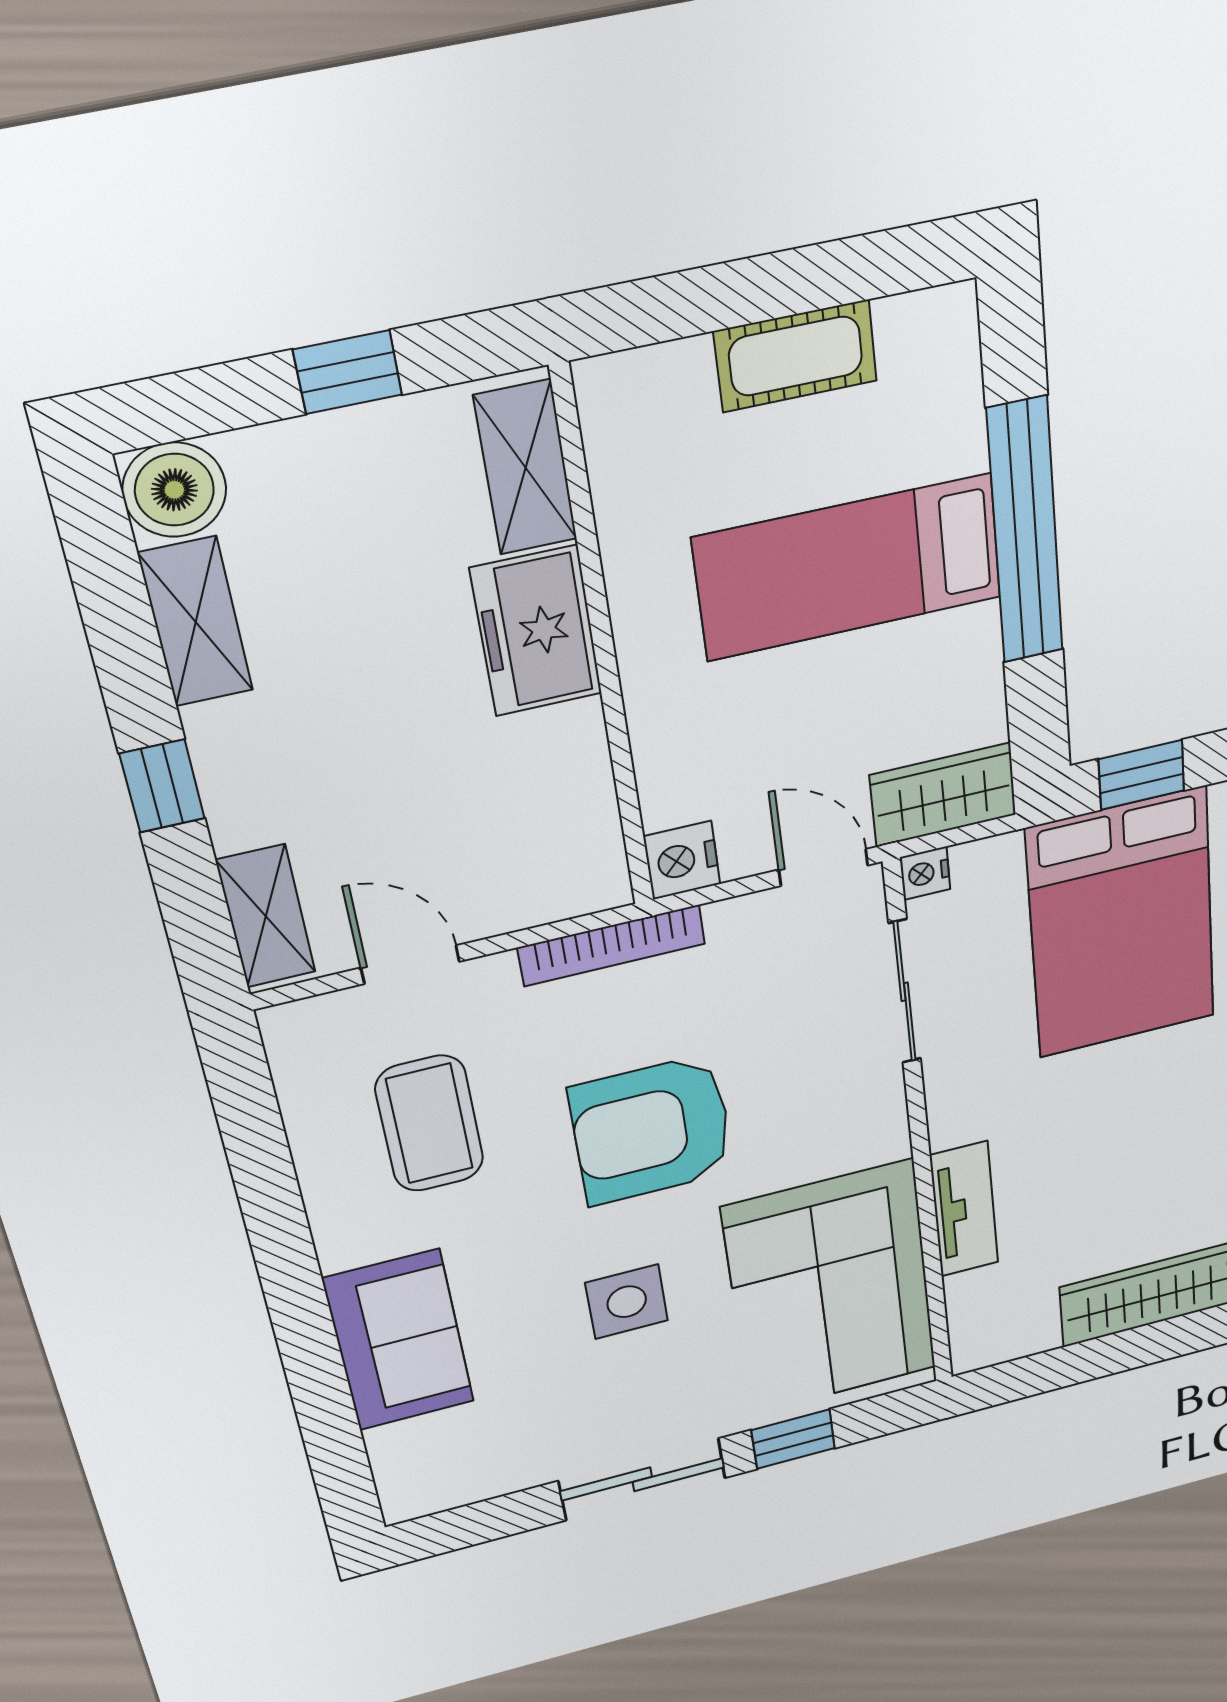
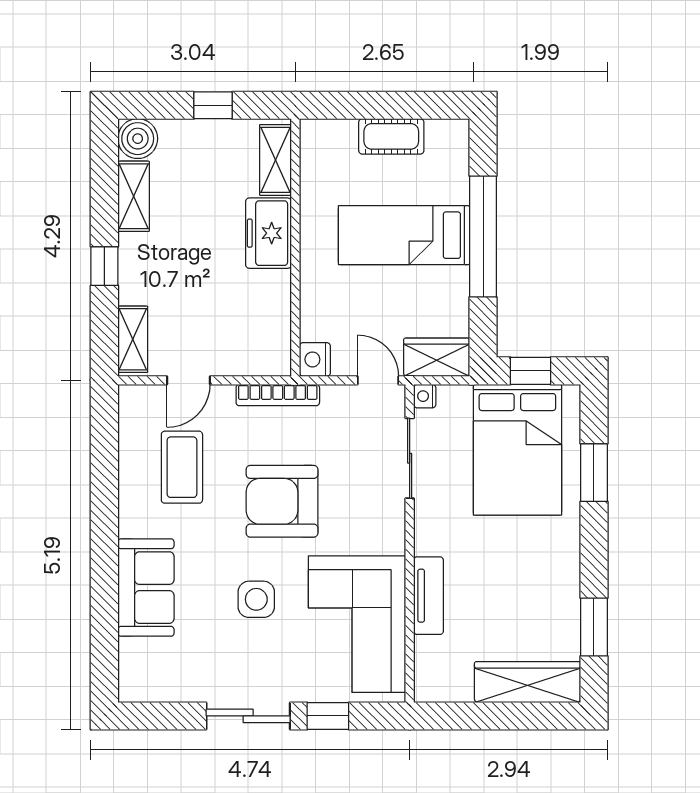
door: (410, 965) -> (189, 380), swing flipped

